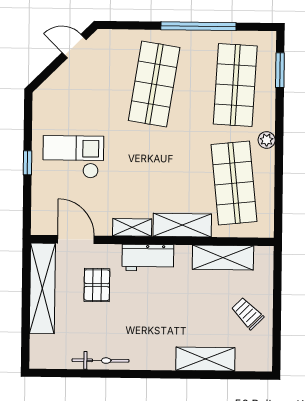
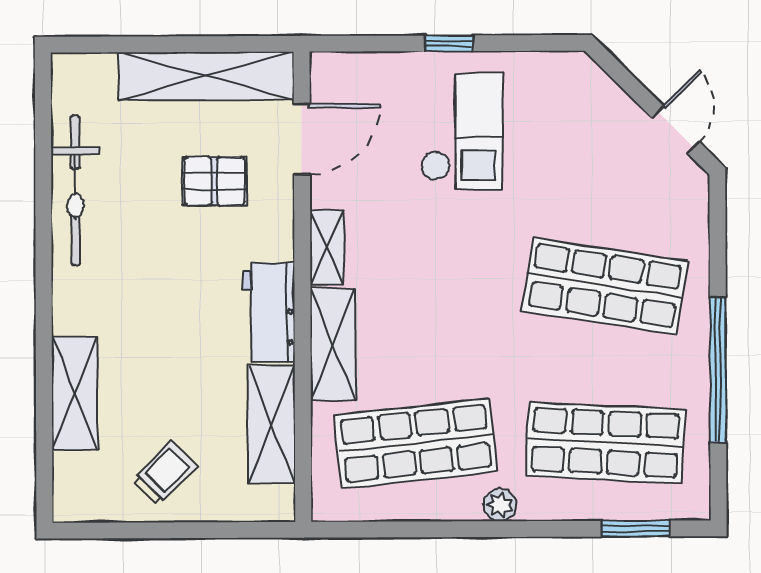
workbench: (148, 258) -> (269, 312), moved
bicycle: (100, 360) -> (75, 190), width x1.37, depth x1.40

